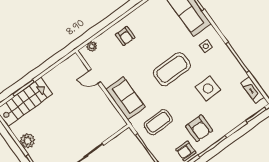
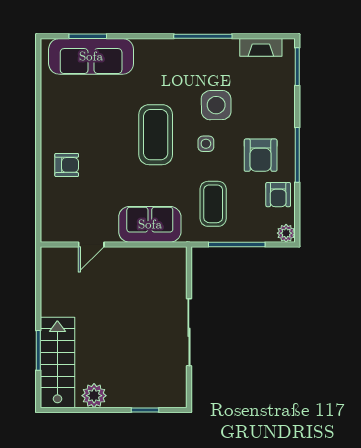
plant: (92, 46) -> (49, 219), removed
side table: (206, 46) -> (206, 144), moved
armchair: (199, 128) -> (261, 155), turned 90
plant: (27, 141) -> (94, 396), moved

